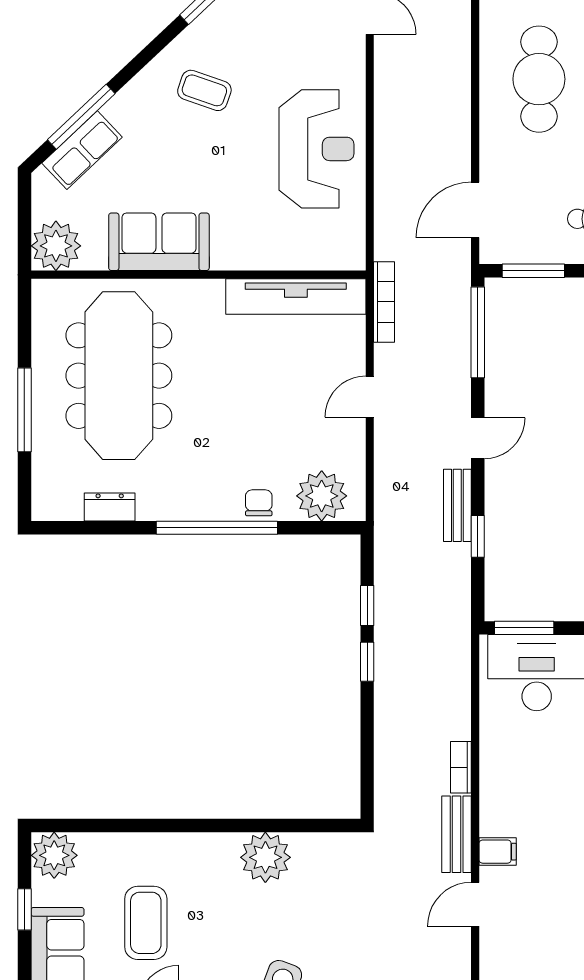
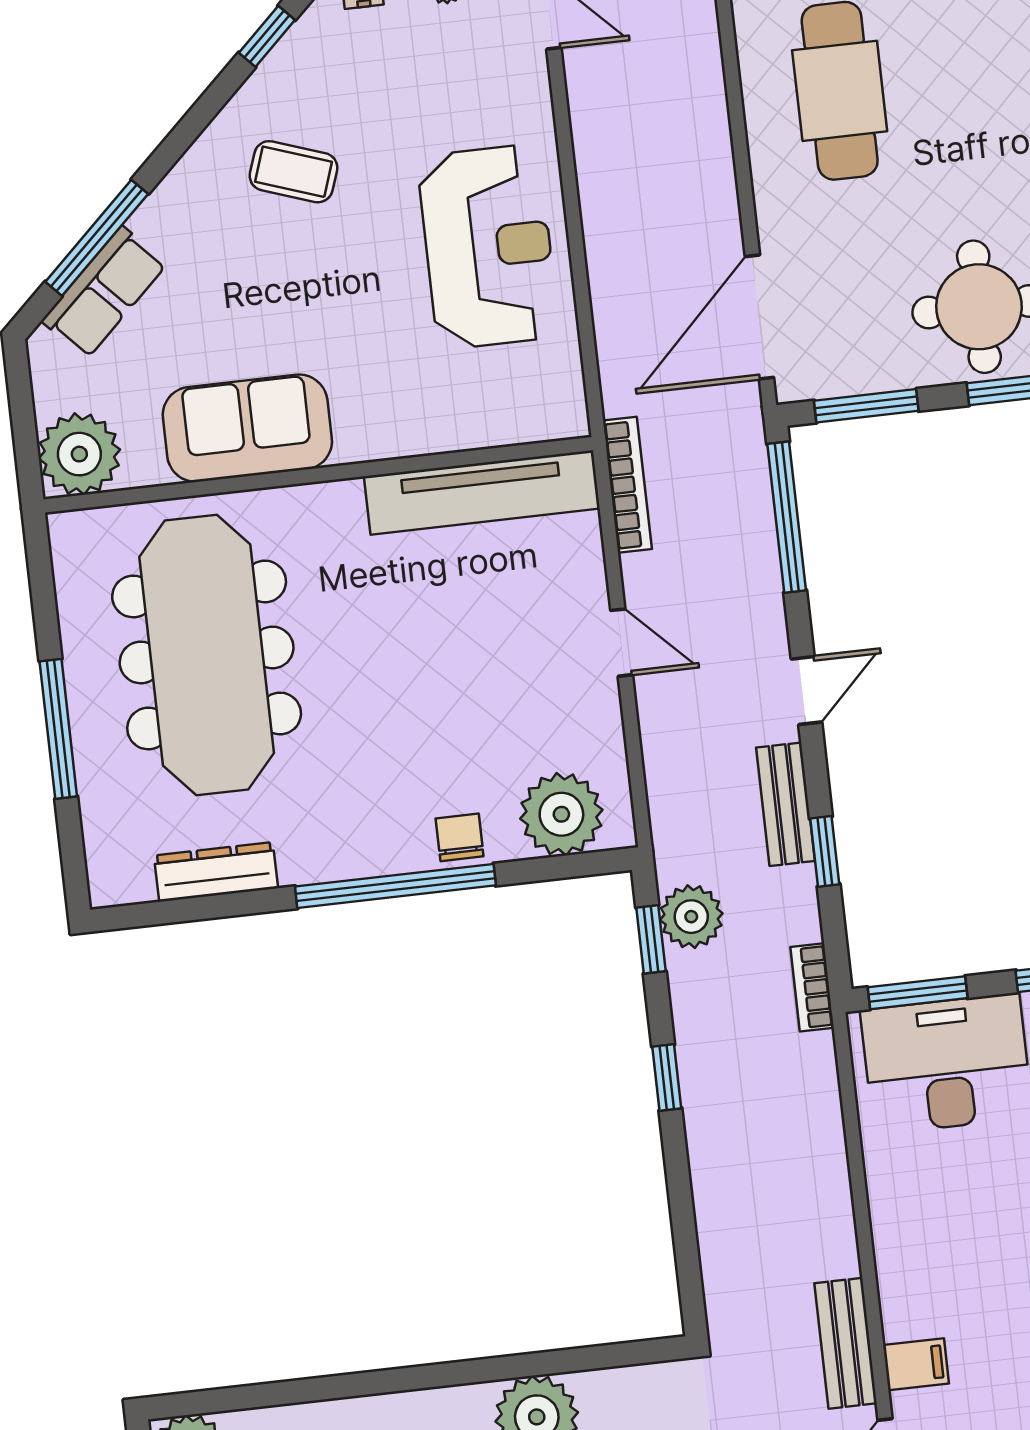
door: (475, 210) -> (759, 317), width x1.36
door: (370, 397) -> (622, 643), swing flipped
dresser: (110, 507) -> (216, 872), width x1.44
plant: (393, 566) -> (691, 917), added
window: (367, 606) -> (651, 939), moved
bookcase: (461, 767) -> (812, 987), moved

